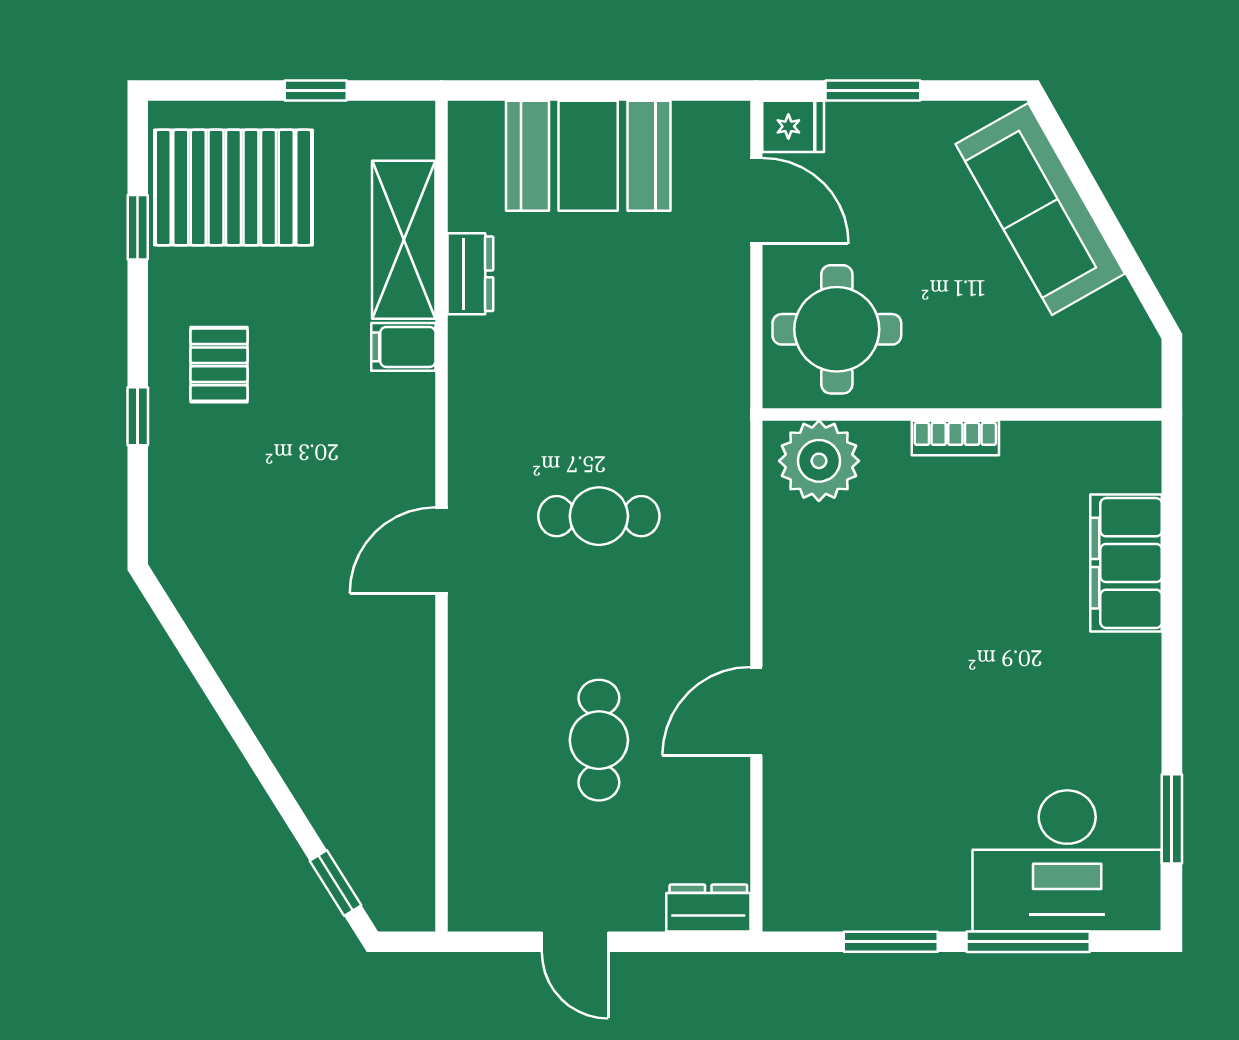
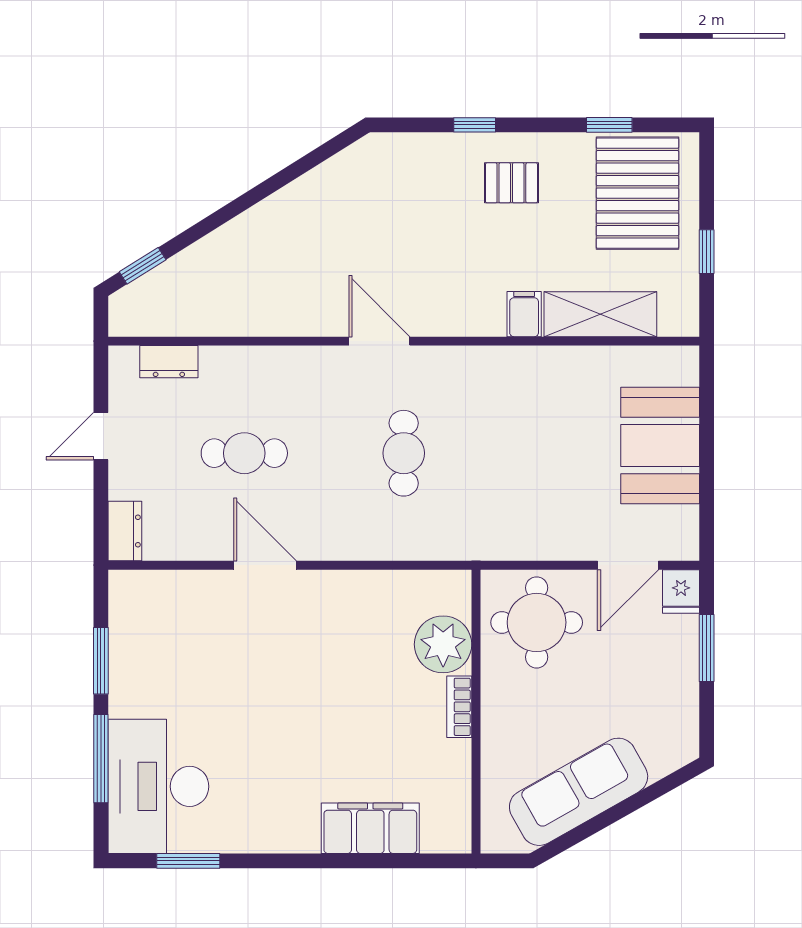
sofa: (1040, 209) -> (579, 792), moved
dresser: (470, 274) -> (169, 362), moved
plant: (819, 461) -> (443, 644), moved

